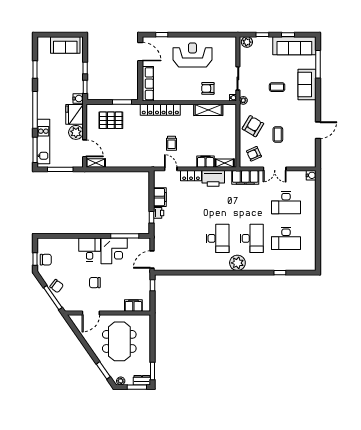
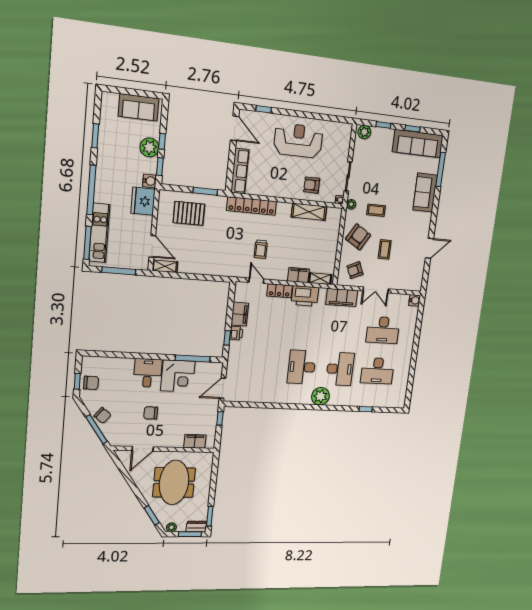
coffee table: (277, 87) -> (376, 210), moved
plant: (76, 132) -> (149, 147), moved
desk: (218, 238) -> (302, 367), turned 180

